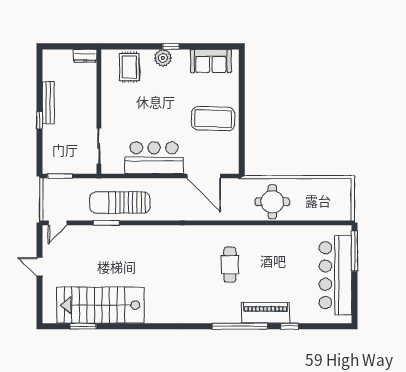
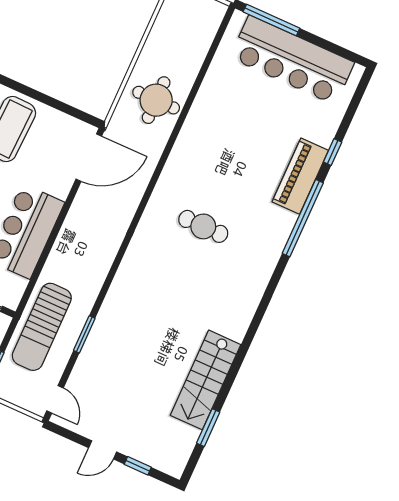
door: (204, 176) -> (89, 158), moved
sun lounger: (120, 203) -> (42, 327), moved
cafe table: (230, 265) -> (203, 226), moved
window: (40, 293) -> (138, 466), added
stairs: (100, 305) -> (206, 380), width x0.73, depth x0.66

